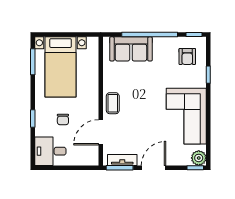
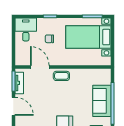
sofa: (131, 49) -> (102, 101), moved

